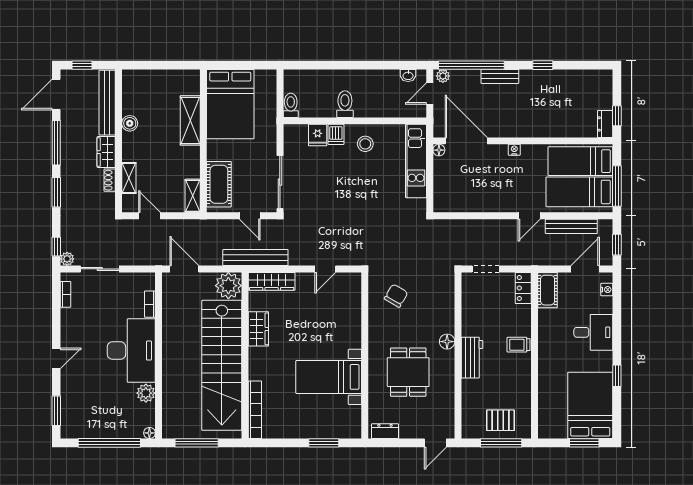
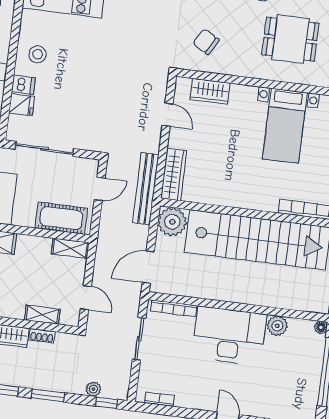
sliding door: (280, 182) -> (45, 149), moved
door: (149, 216) -> (86, 298), swing flipped
plant: (67, 259) -> (93, 389), moved
sliding door: (100, 269) -> (139, 339), moved
bookcase: (150, 304) -> (174, 308), width x1.56
wardrobe: (258, 329) -> (210, 91), moved, turned 180

